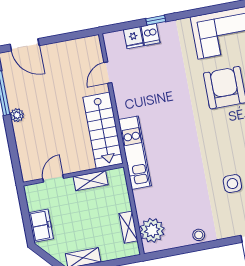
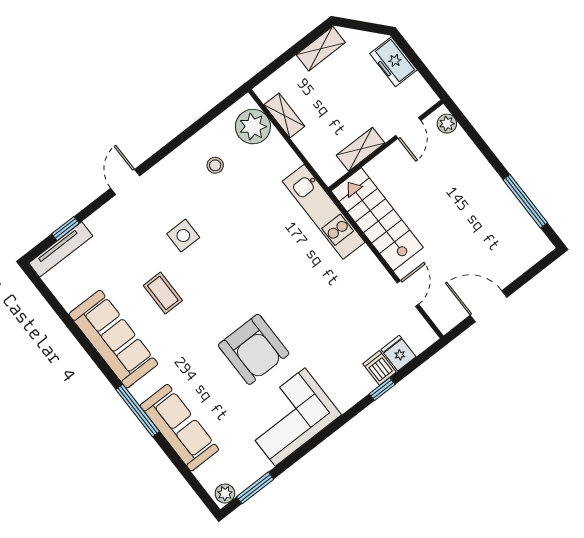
door: (25, 45) -> (489, 306), moved
plant: (17, 115) -> (447, 124), moved
stool: (199, 235) -> (215, 165), moved

